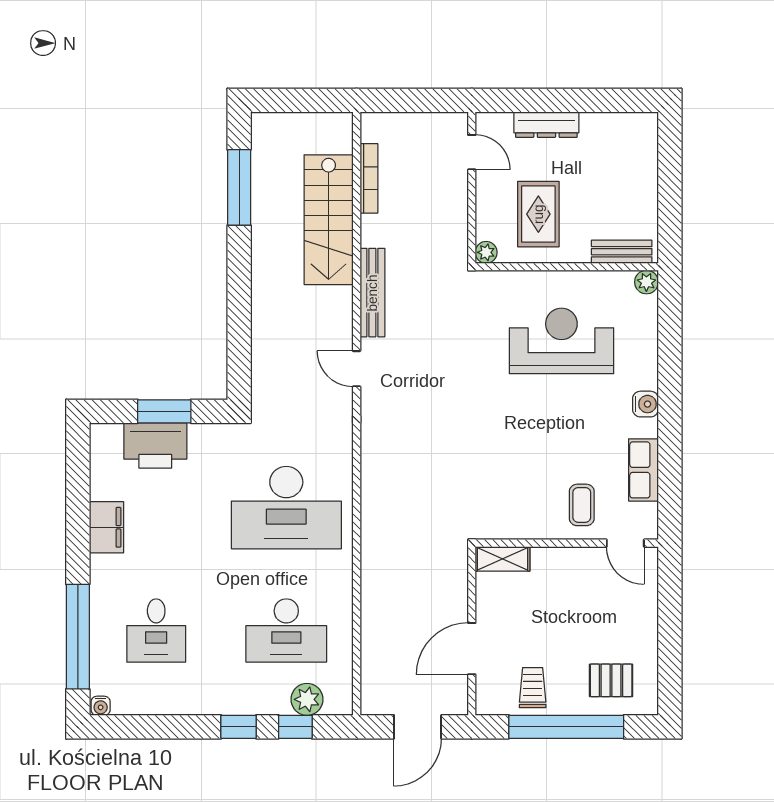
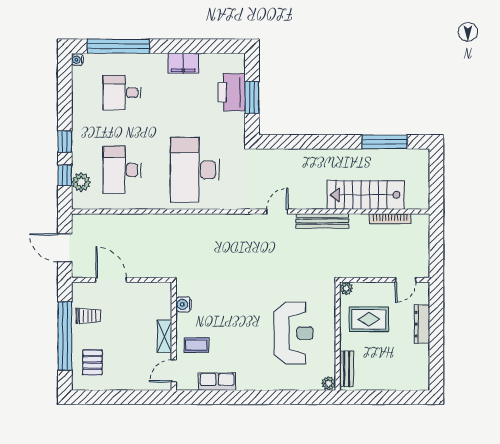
water cooler: (645, 404) -> (183, 304), moved, turned 90
shelving: (503, 559) -> (164, 336), moved

